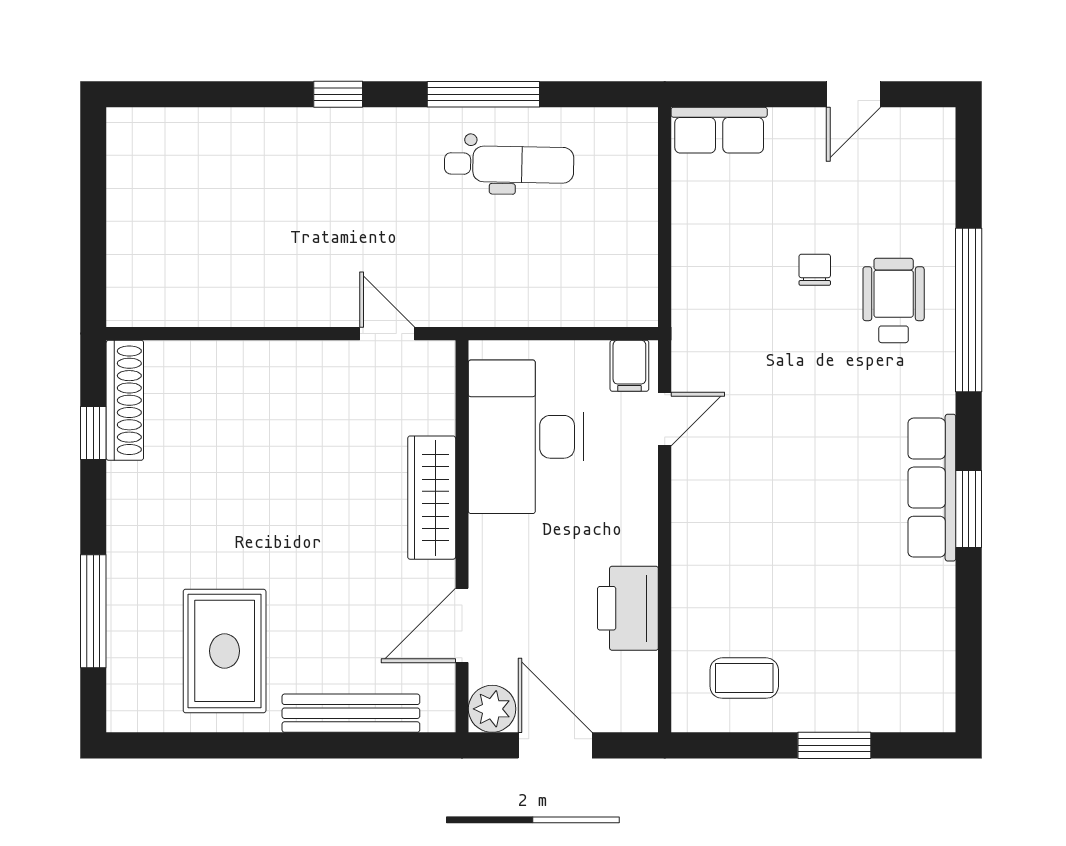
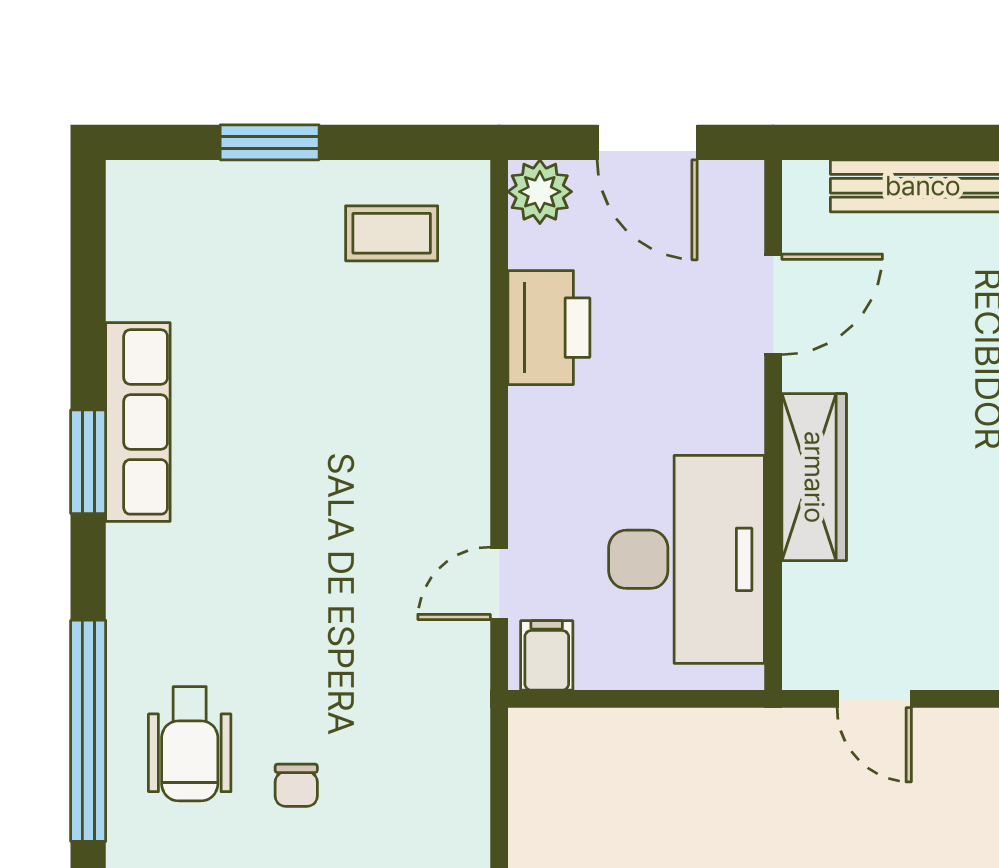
row of seats: (932, 488) -> (138, 422), moved
plant: (492, 709) -> (540, 192), moved

